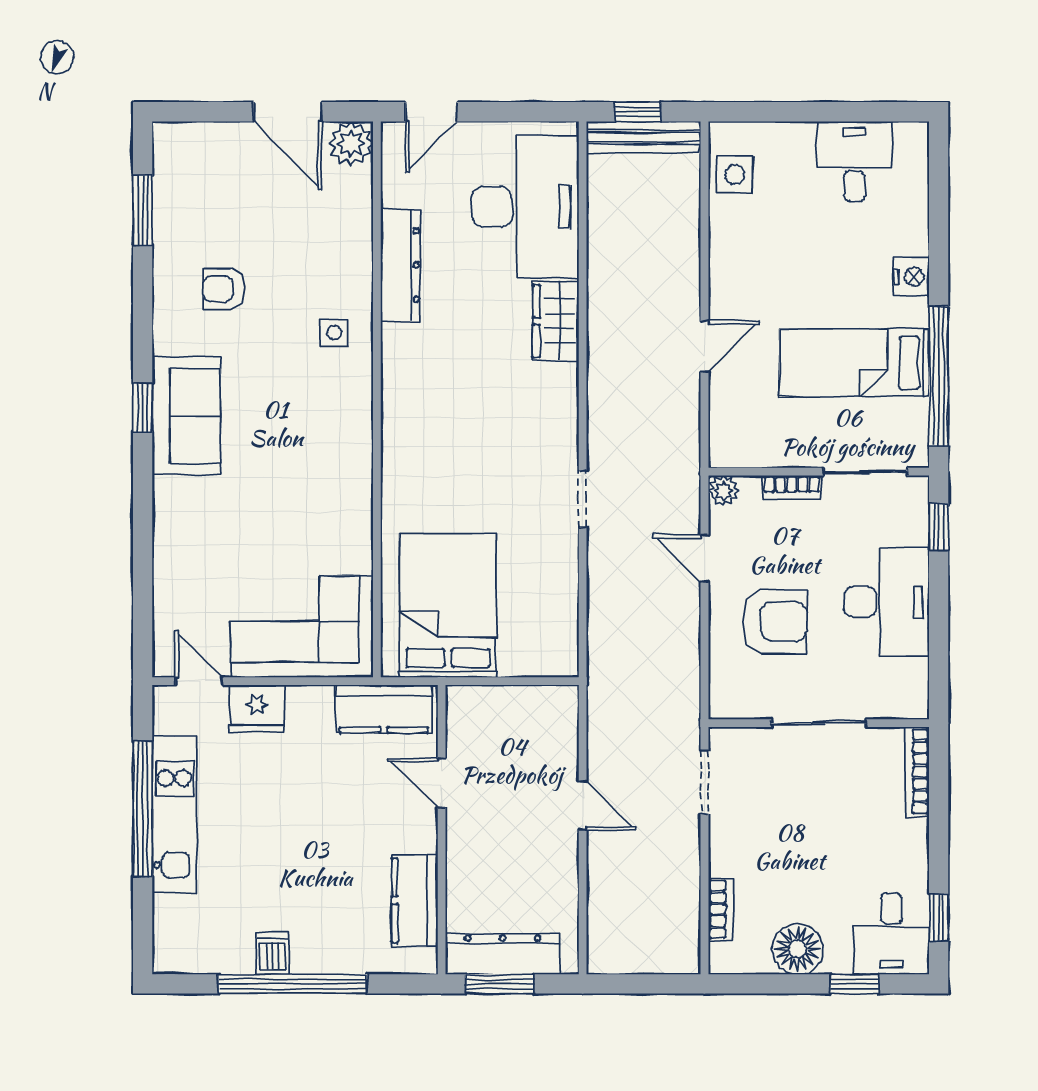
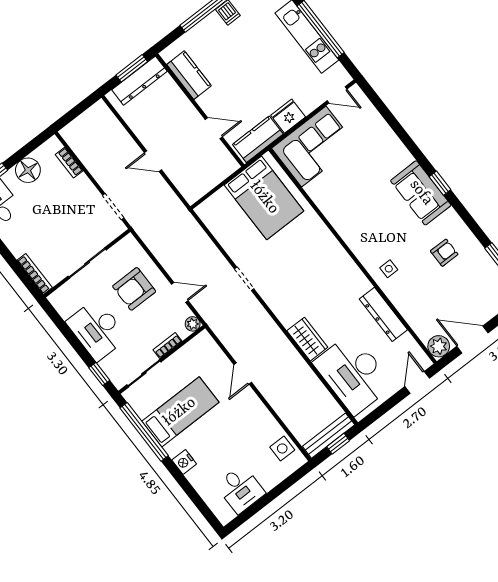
fridge: (257, 709) -> (288, 116), moved

